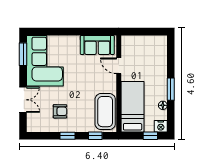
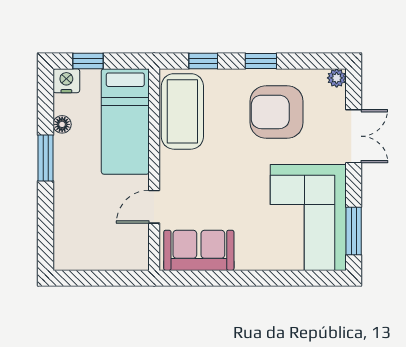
door: (119, 66) -> (154, 207), swing flipped
double door: (23, 100) -> (354, 136), swing flipped
armchair: (60, 111) -> (277, 112), width x1.88, depth x1.88
plant: (31, 128) -> (337, 78), added

